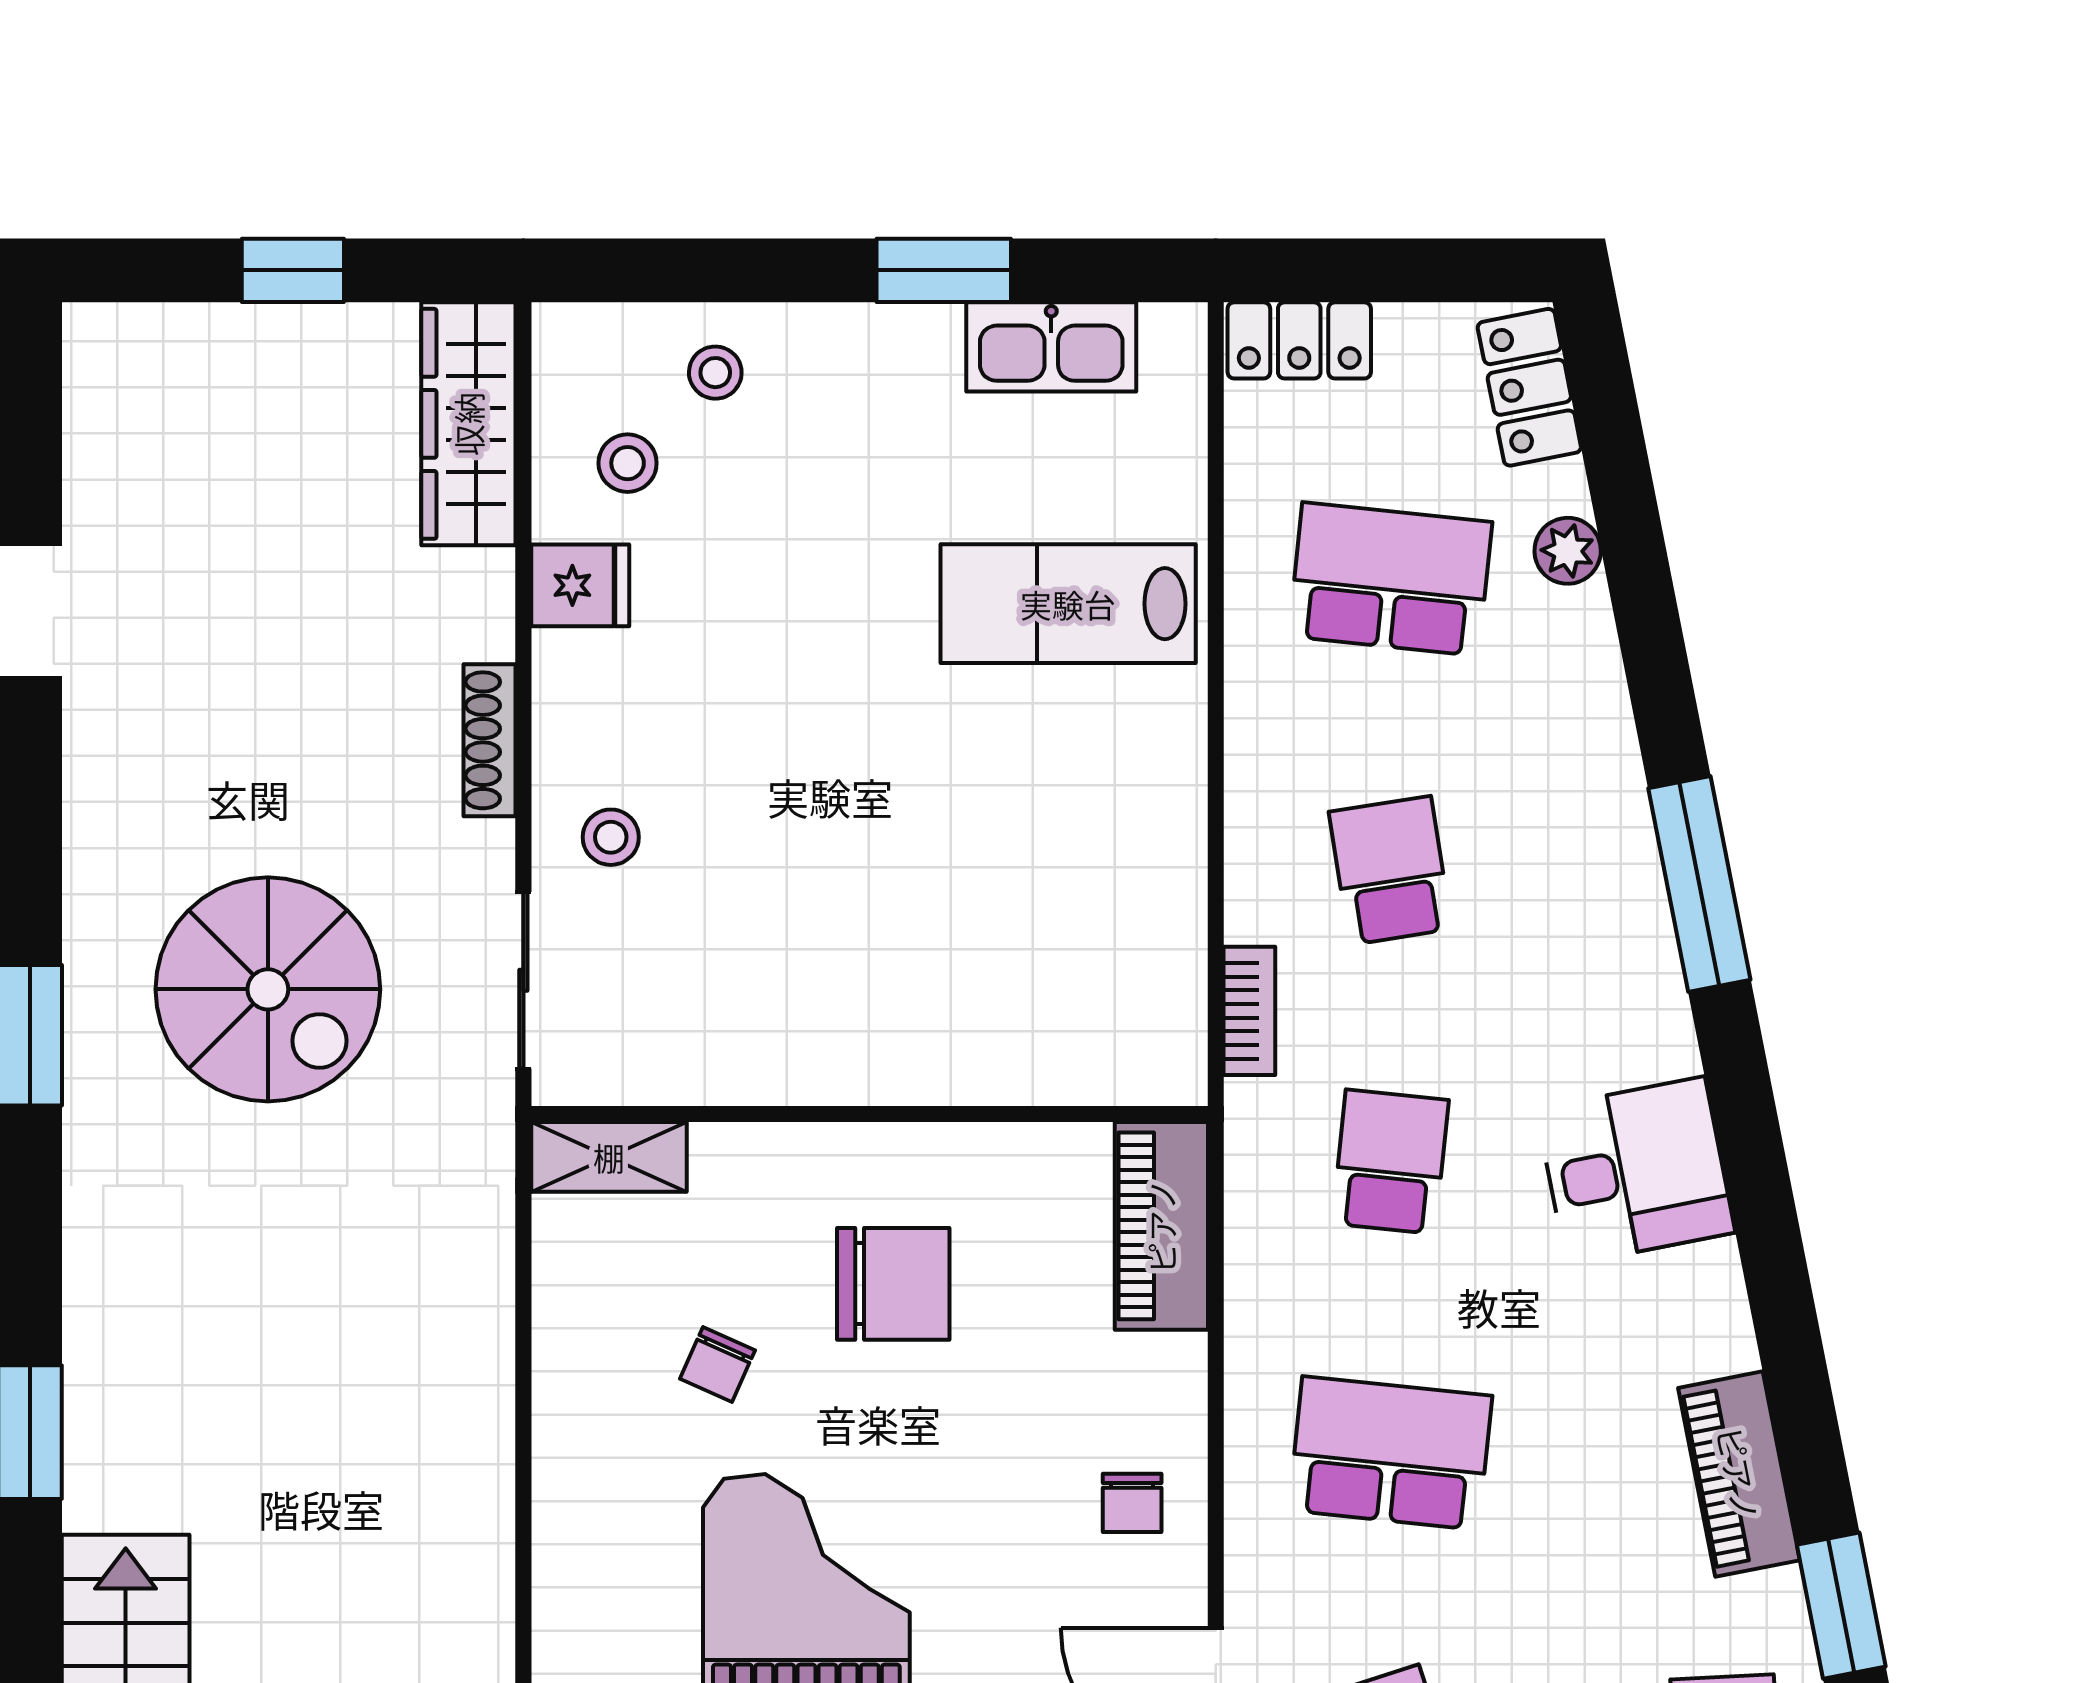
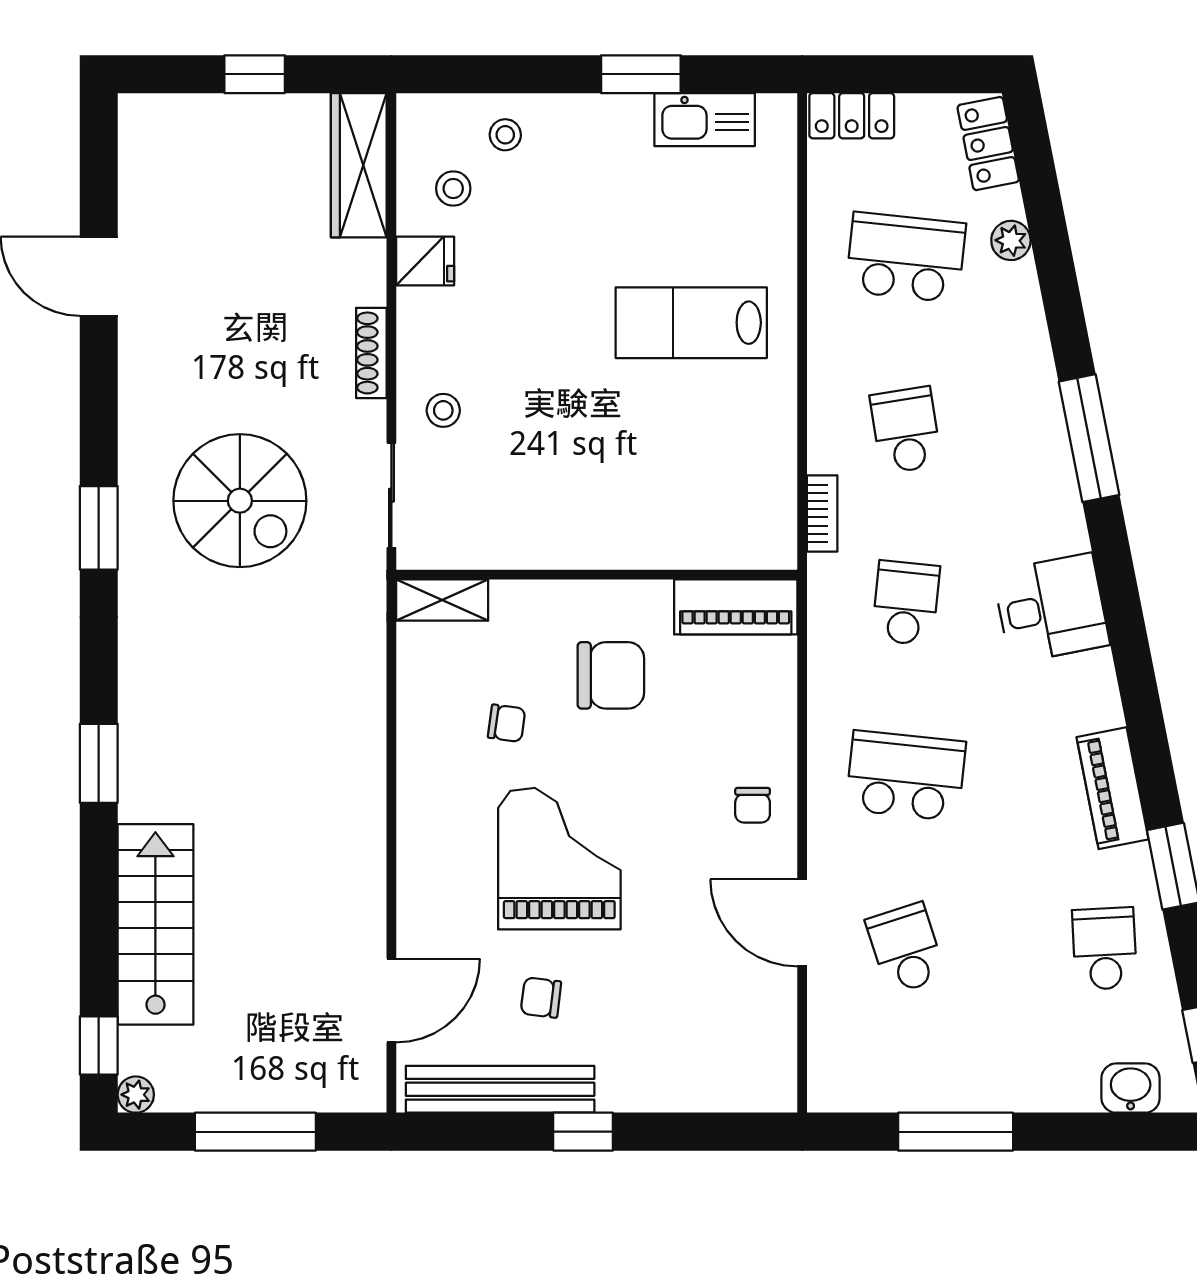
lab bench: (1068, 604) -> (691, 323), moved
piano: (1161, 1226) -> (736, 607), moved, turned -90
chair: (717, 1365) -> (507, 723), turned -106

